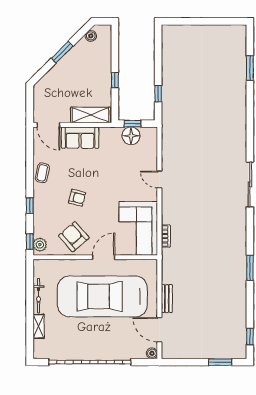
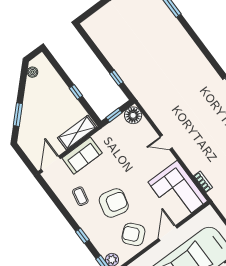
window: (62, 52) -> (18, 115), moved
door: (48, 125) -> (51, 164), swing flipped
floor lamp: (131, 136) -> (133, 115), moved
coffee table: (42, 173) -> (80, 196), moved
armchair: (77, 198) -> (114, 203), width x1.88, depth x1.88

